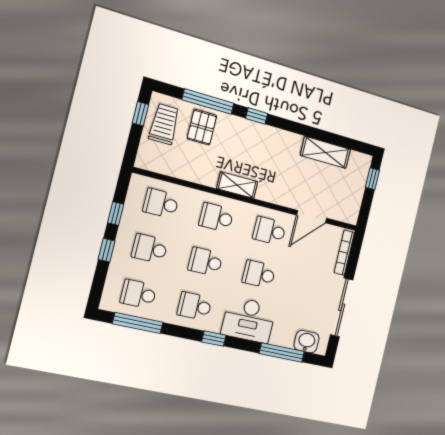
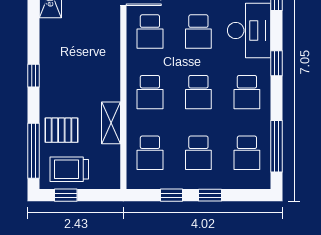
window: (208, 101) -> (33, 151), moved
shelving: (237, 185) -> (111, 123), moved

